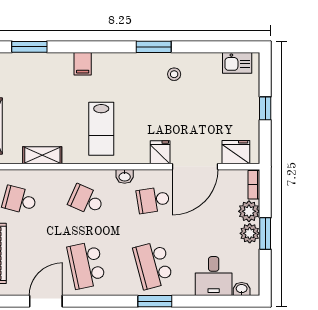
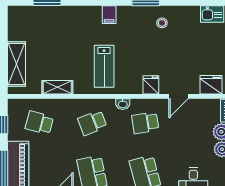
filing cabinet: (83, 64) -> (109, 15), moved
door: (195, 167) -> (179, 96), width x0.53
school desk: (86, 200) -> (92, 123), turned -45

